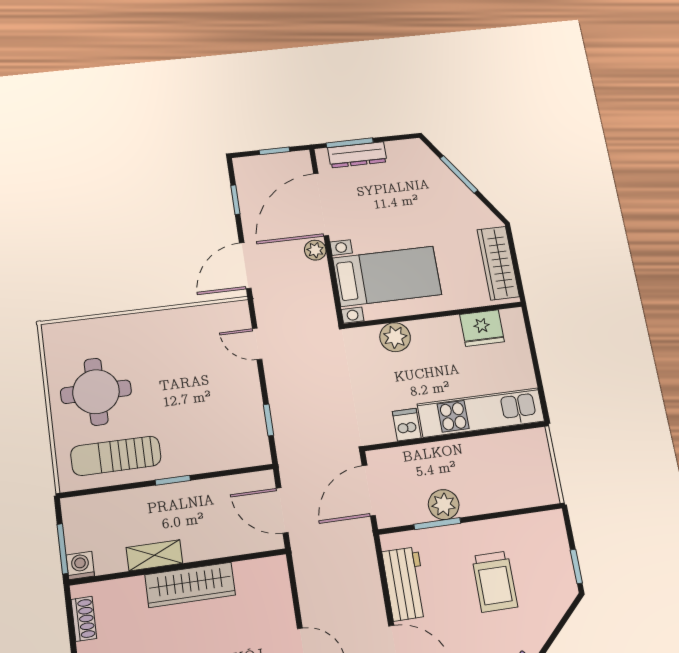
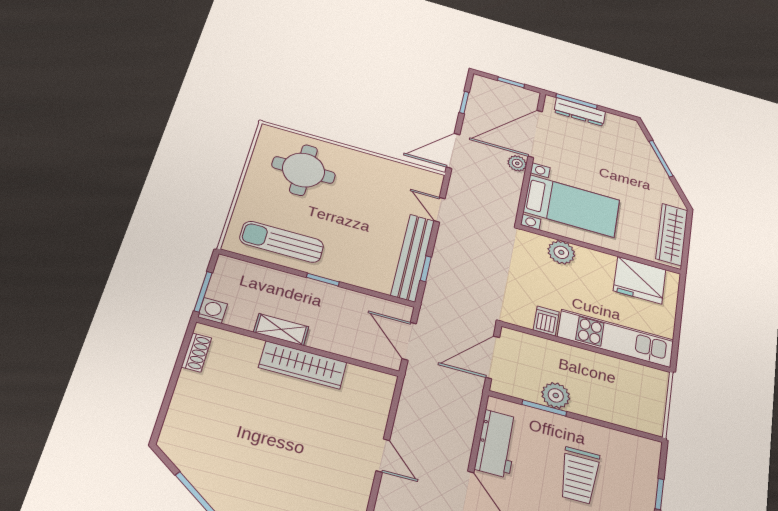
fridge: (482, 328) -> (640, 280), width x1.36, depth x1.34
round table: (96, 392) -> (303, 170), moved
bench: (251, 413) -> (413, 258), added

